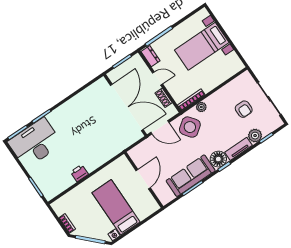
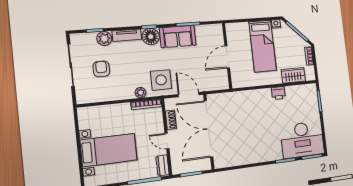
side table: (190, 127) -> (161, 80), turned 37
sofa: (191, 176) -> (178, 37), width x0.73
wardrobe: (73, 197) -> (293, 75), added

